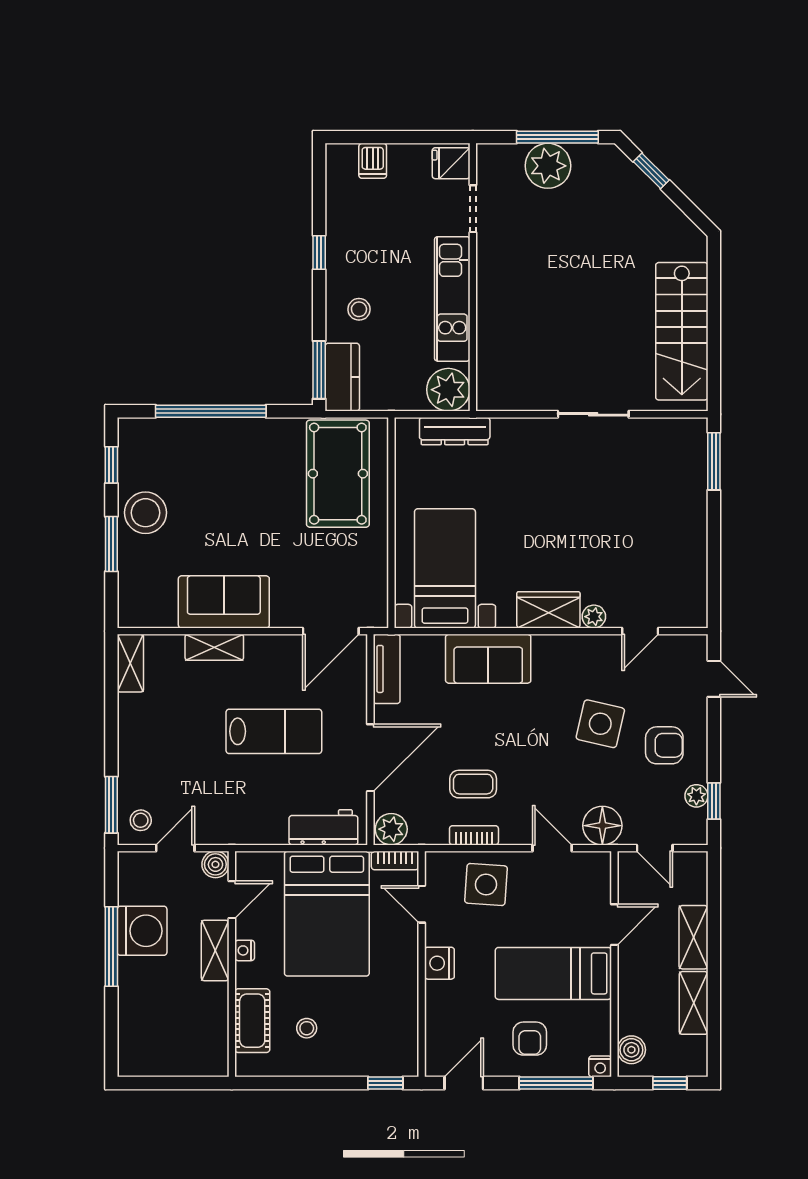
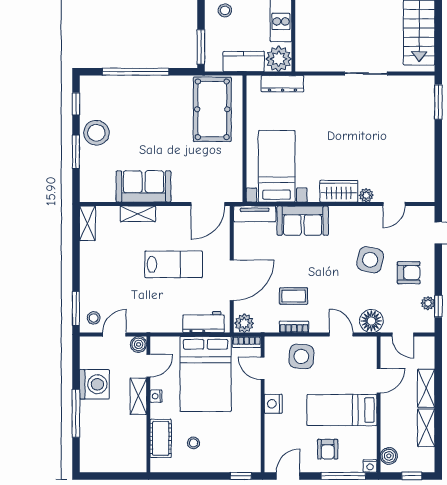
kitchen counter: (342, 377) -> (244, 61), moved, turned -90
tv unit: (387, 669) -> (255, 214), moved, turned 90
window: (111, 946) -> (76, 413), moved

